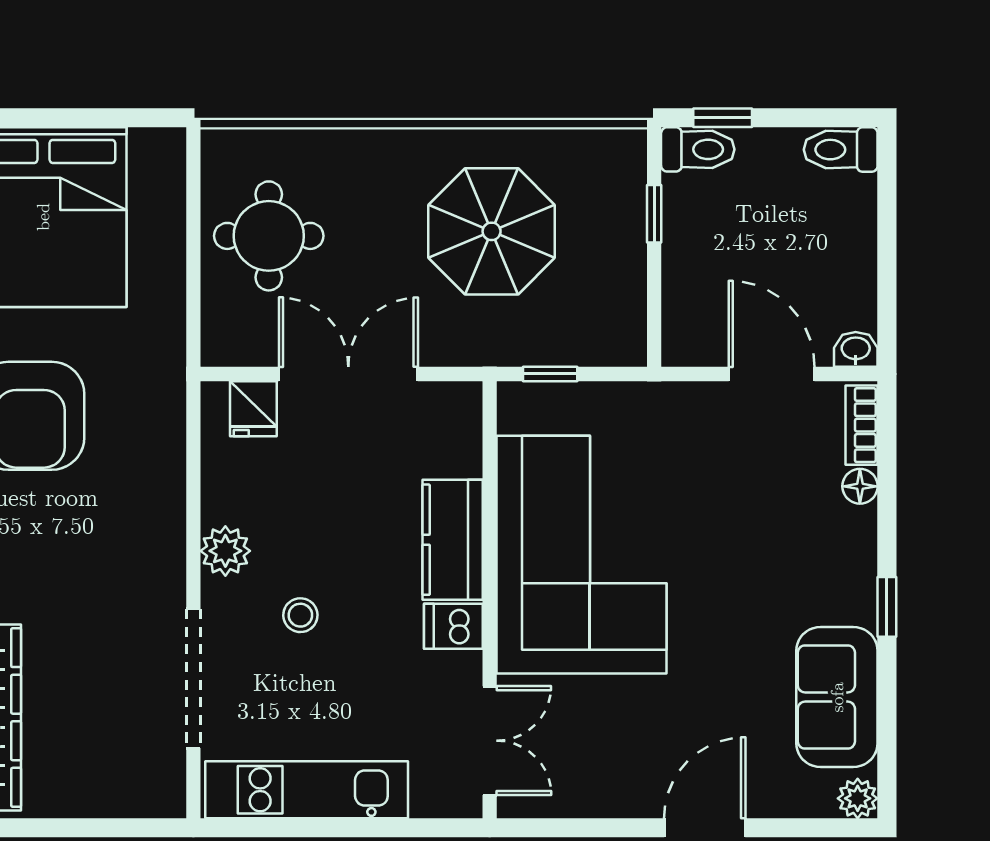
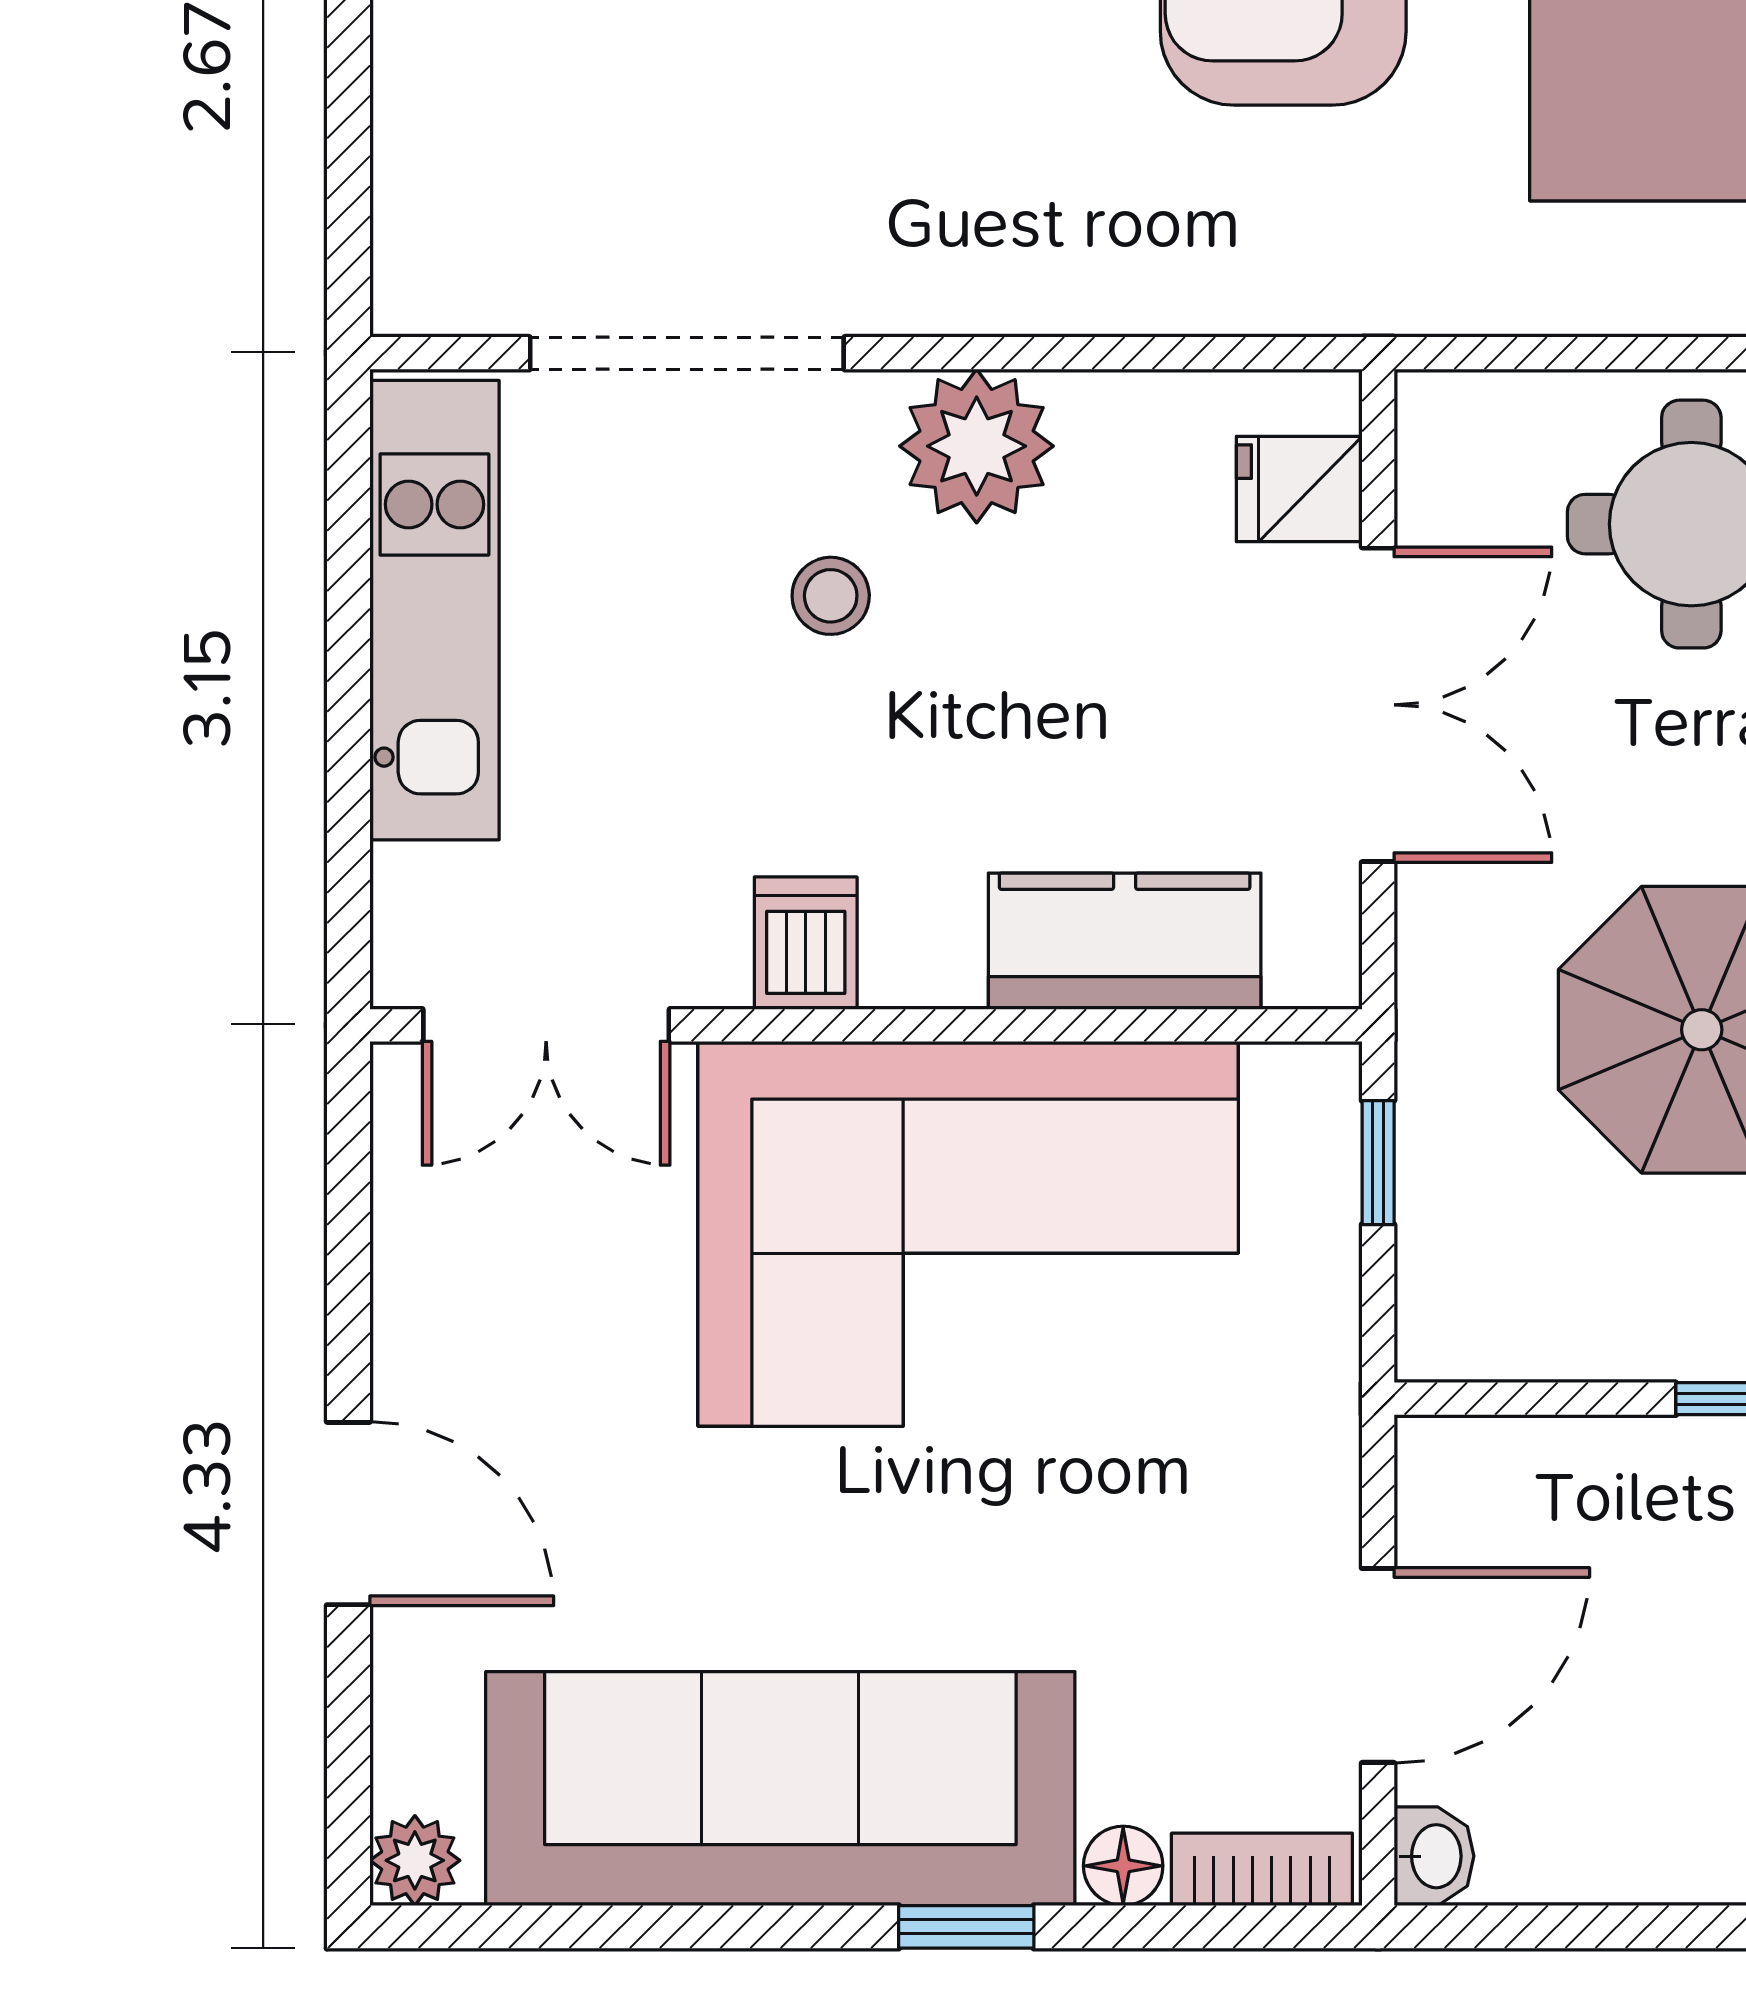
kitchen counter: (453, 540) -> (1125, 941), moved
plant: (225, 551) -> (977, 446), width x1.36, depth x1.36
window: (887, 607) -> (966, 1927), moved
sofa: (837, 697) -> (780, 1789), width x1.85, depth x1.27

